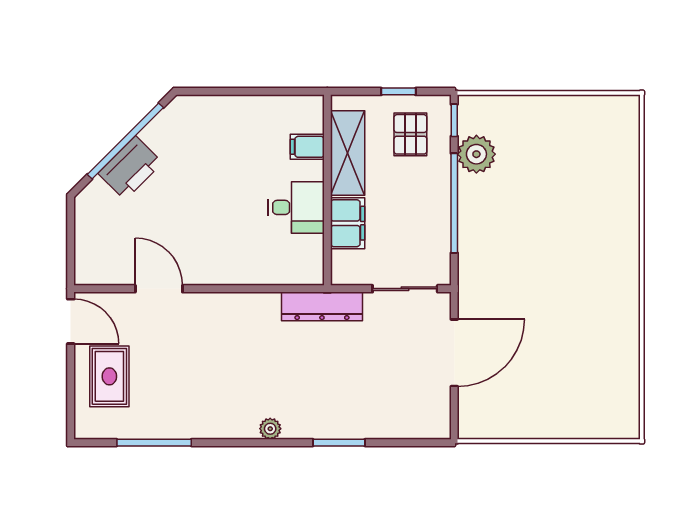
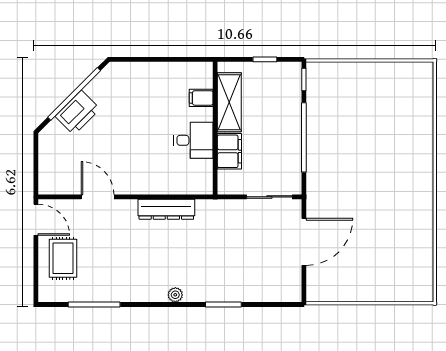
pallet: (410, 134) -> (273, 89), removed
plant: (476, 154) -> (319, 103), removed
dresser: (322, 306) -> (166, 209), moved

